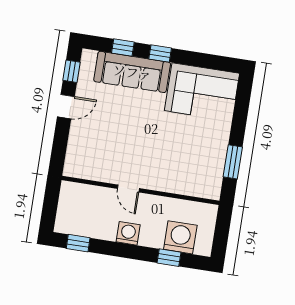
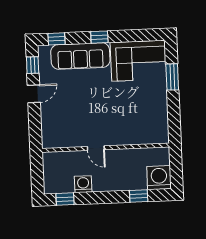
window: (123, 48) -> (56, 39), moved
window: (233, 162) -> (172, 77), moved
washing machine: (128, 233) -> (83, 184), moved
washing machine: (180, 237) -> (159, 178), moved

